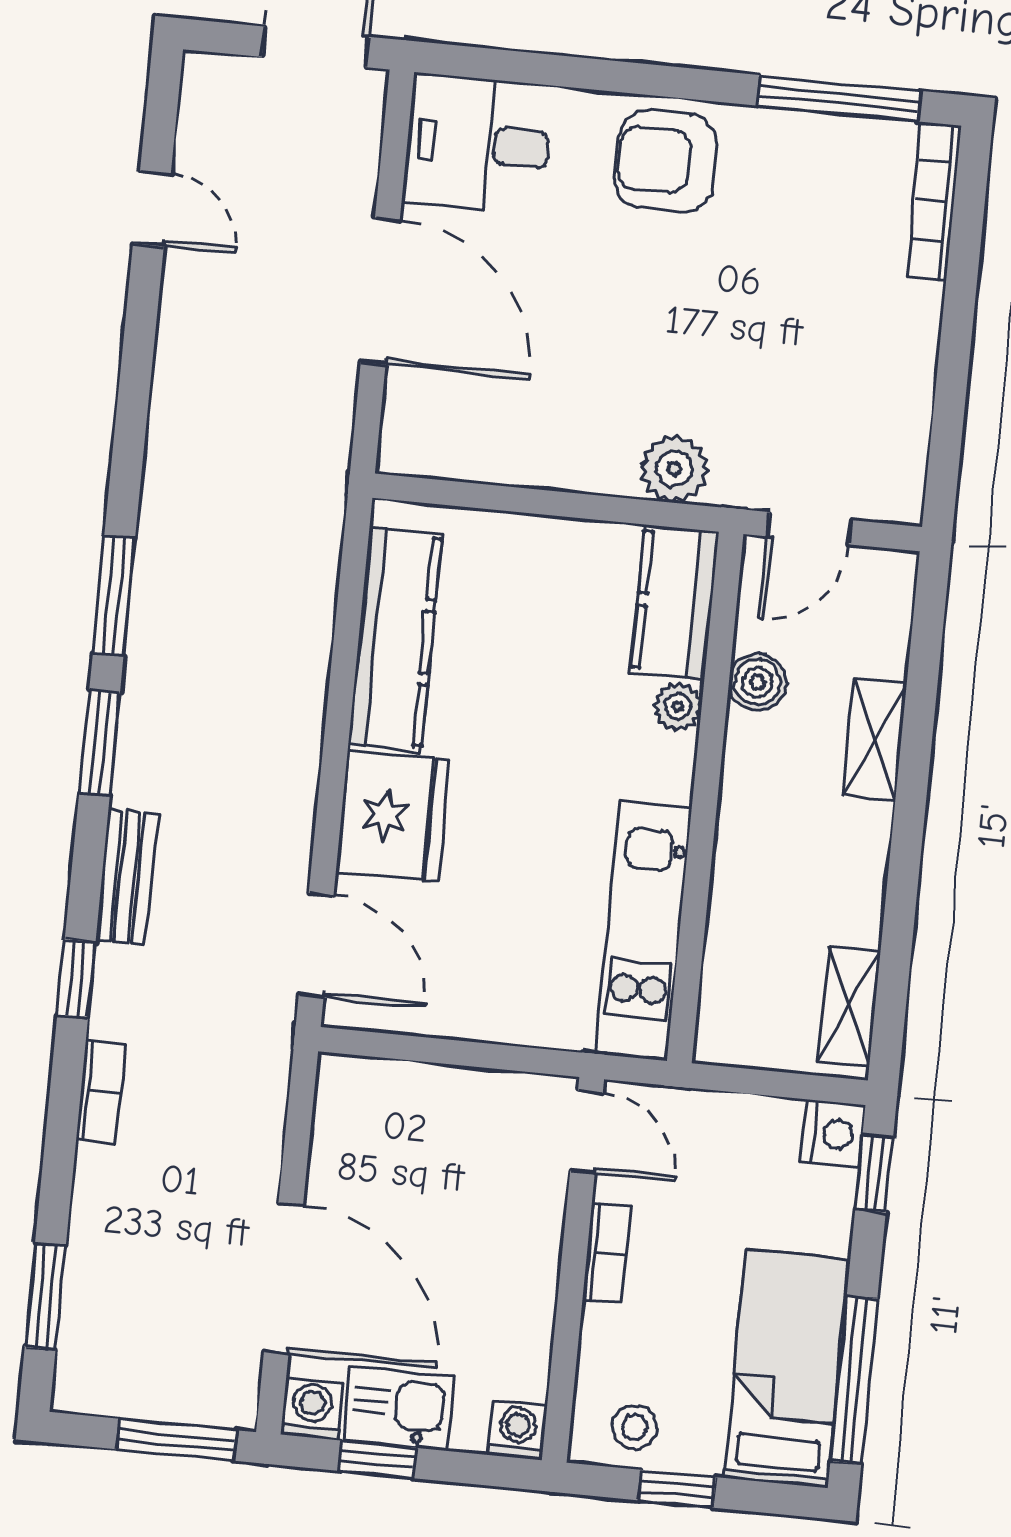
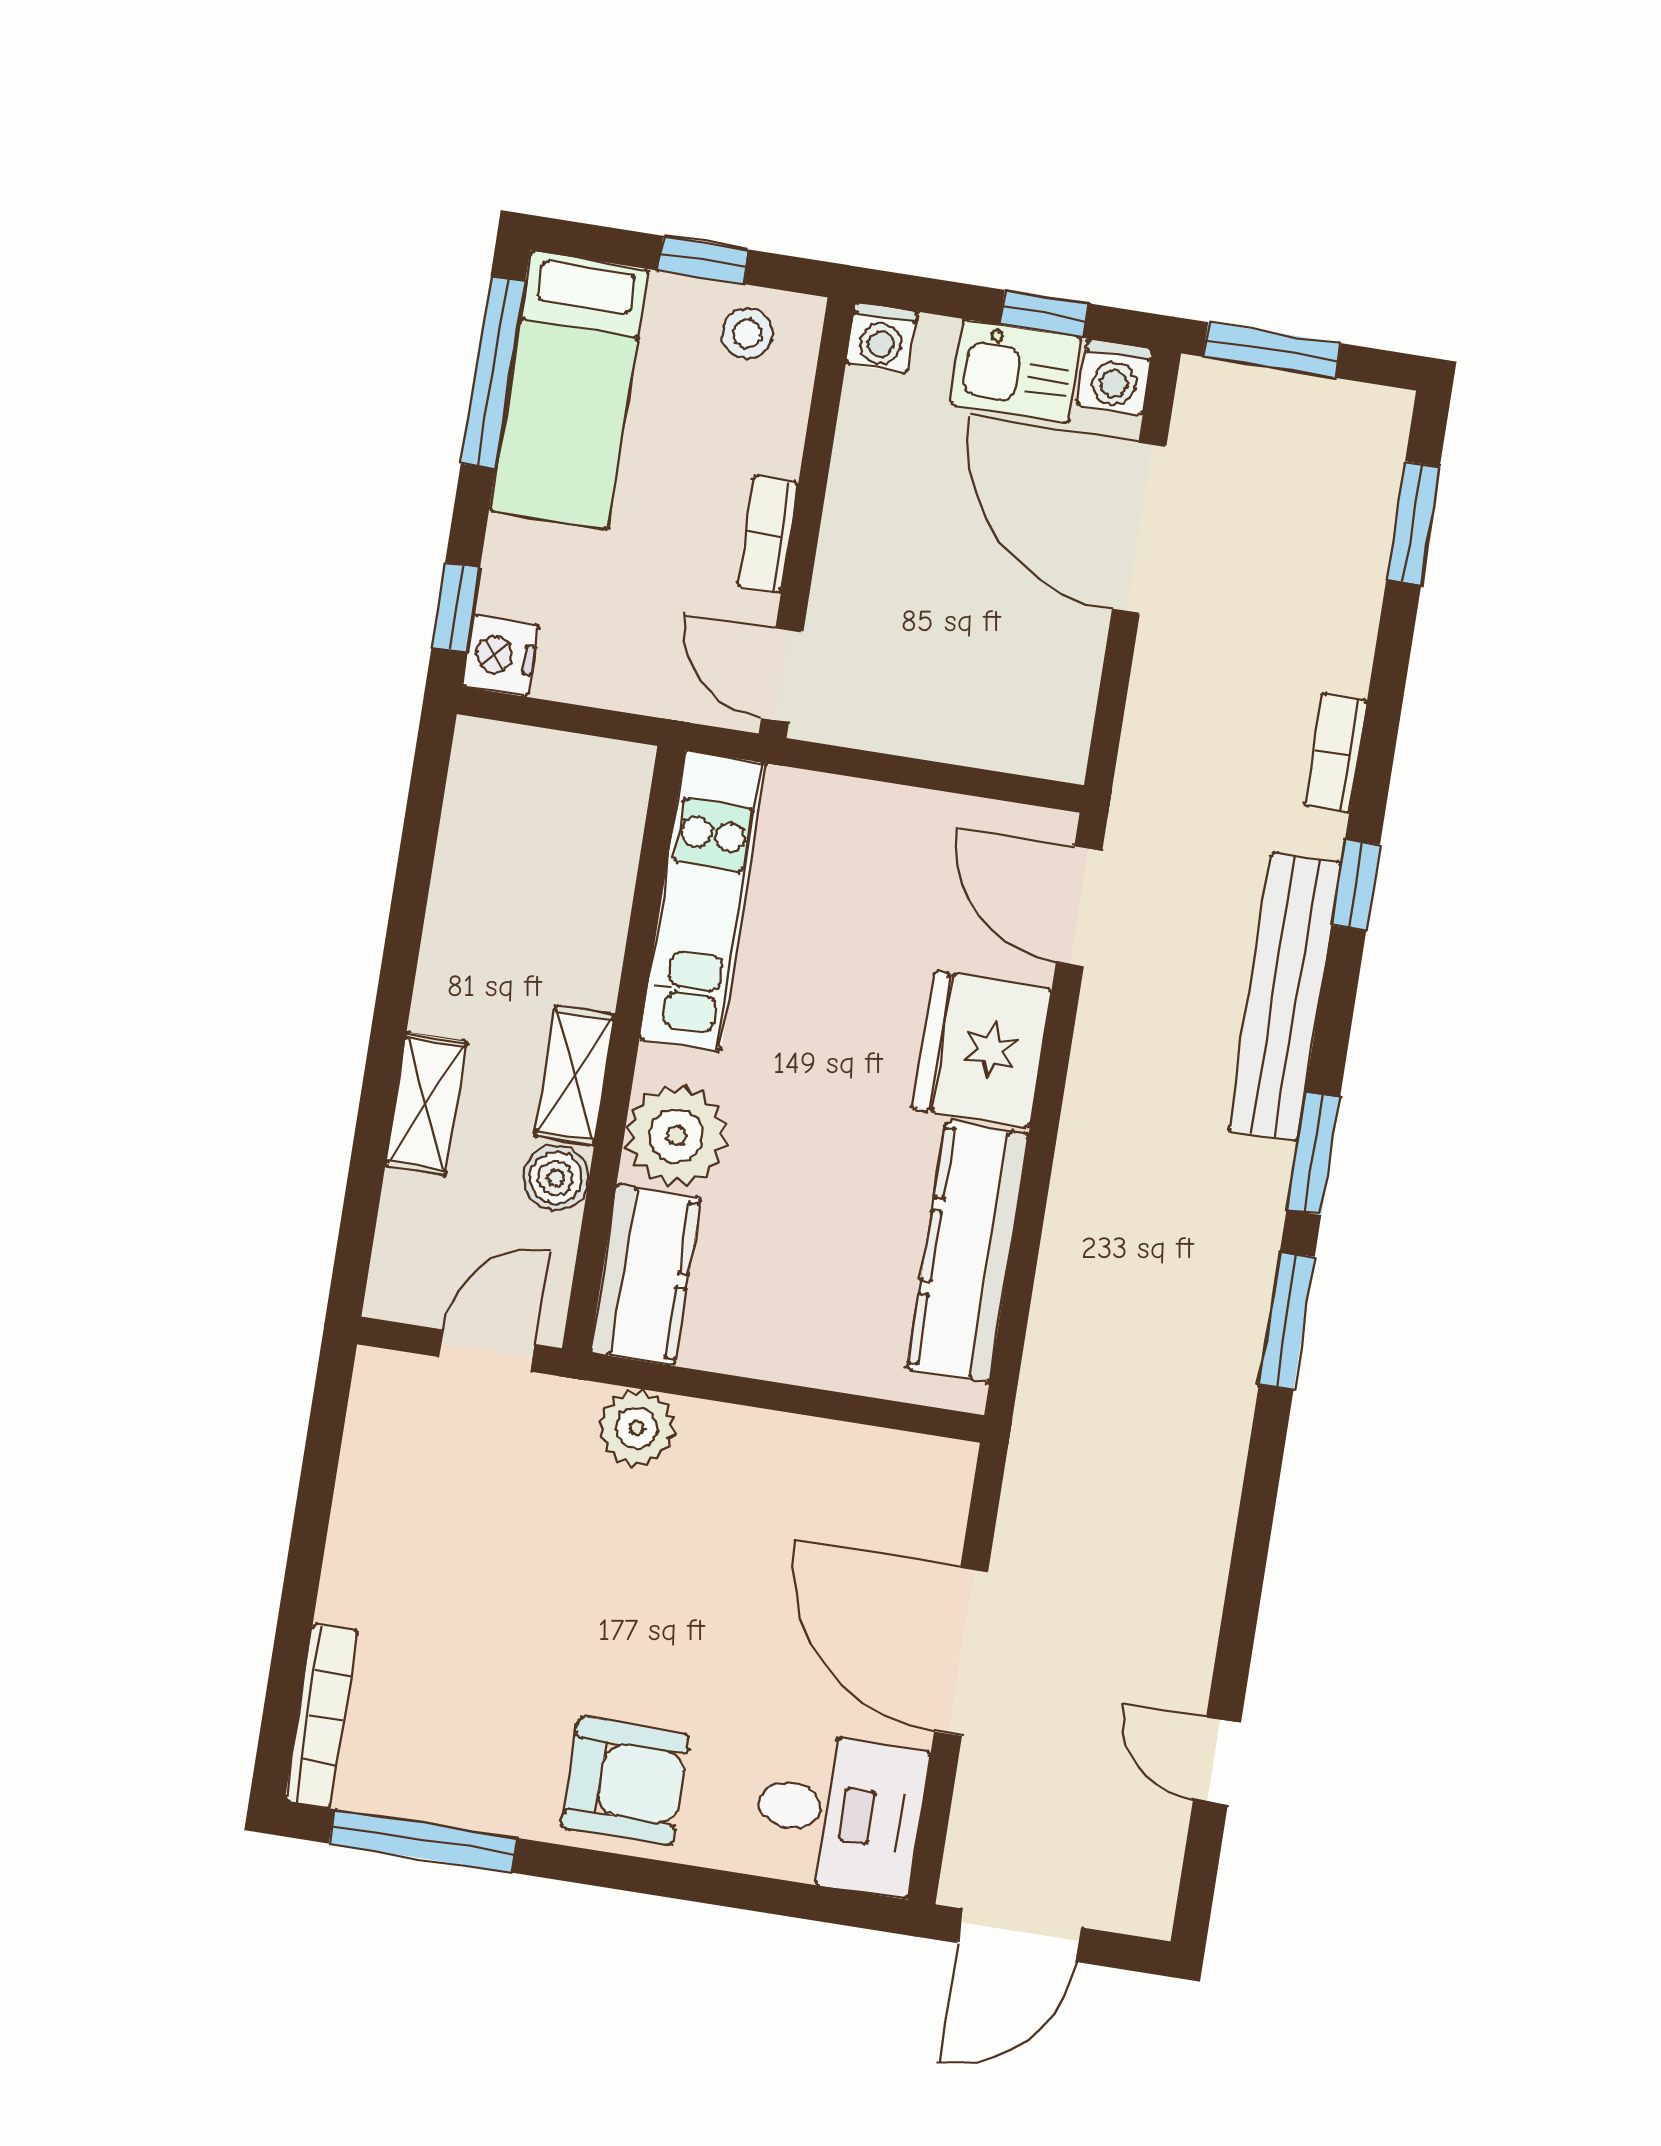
plant: (678, 706) -> (676, 1136), width x1.88, depth x1.88
bench: (127, 877) -> (1285, 997), width x1.86, depth x1.21
shelving: (849, 1007) -> (575, 1075), moved

